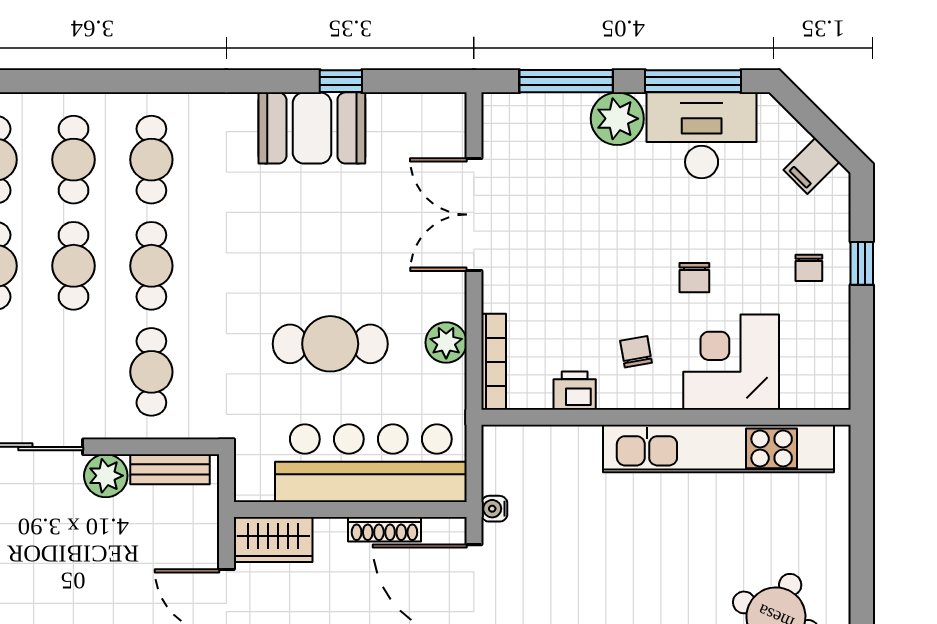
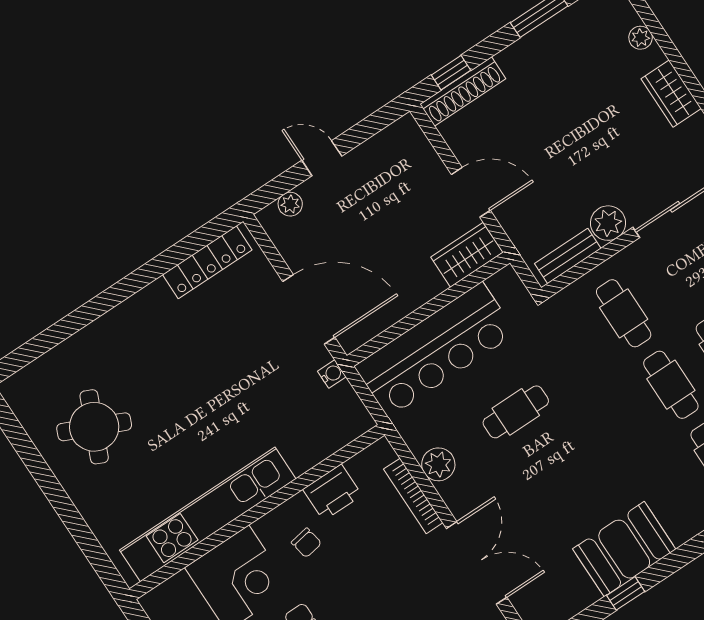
cafe table: (330, 344) -> (516, 412), width x0.73, depth x0.74
bookcase: (494, 362) -> (413, 496), moved
printer: (575, 391) -> (332, 492), width x1.36, depth x1.24
shoe rack: (384, 529) -> (397, 311), removed

